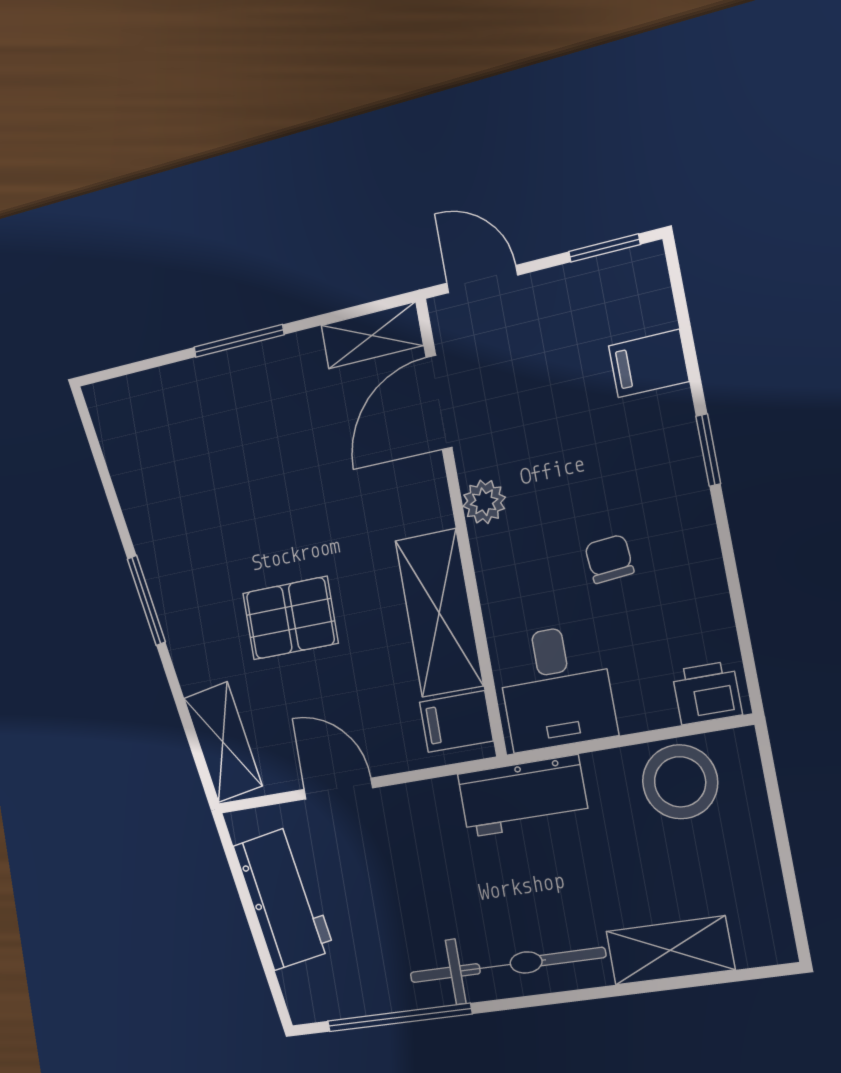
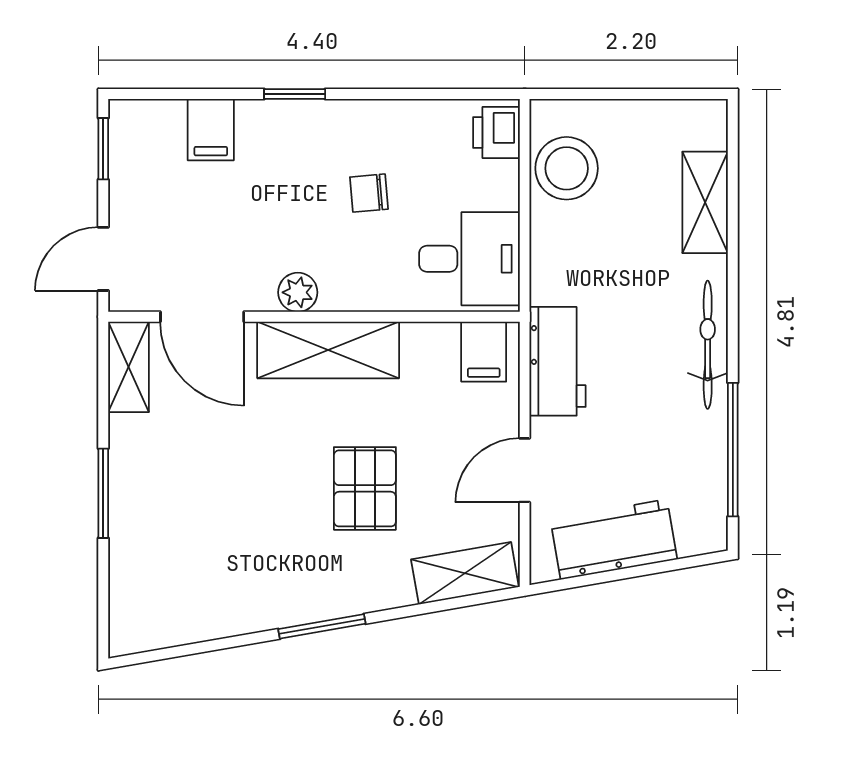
shelving: (439, 613) -> (328, 350), moved
workbench: (523, 796) -> (558, 361), moved
bicycle: (507, 965) -> (708, 345), width x0.73, depth x0.71

